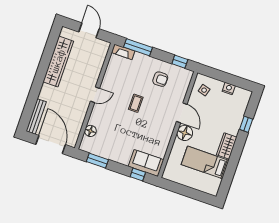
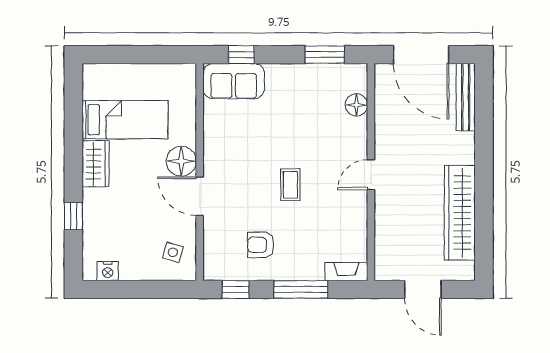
window: (138, 47) -> (301, 289), moved
nightstand: (229, 88) -> (108, 271), moved

